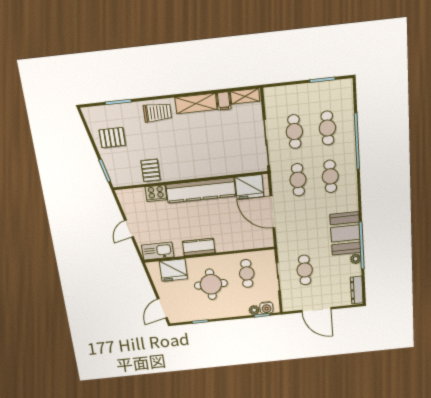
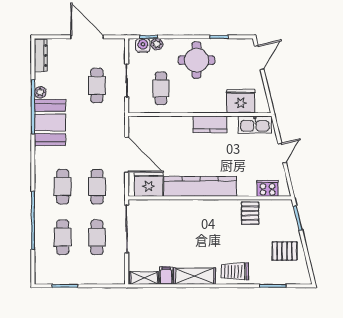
cooker: (156, 193) -> (268, 188), moved
round table: (211, 284) -> (197, 60), moved

